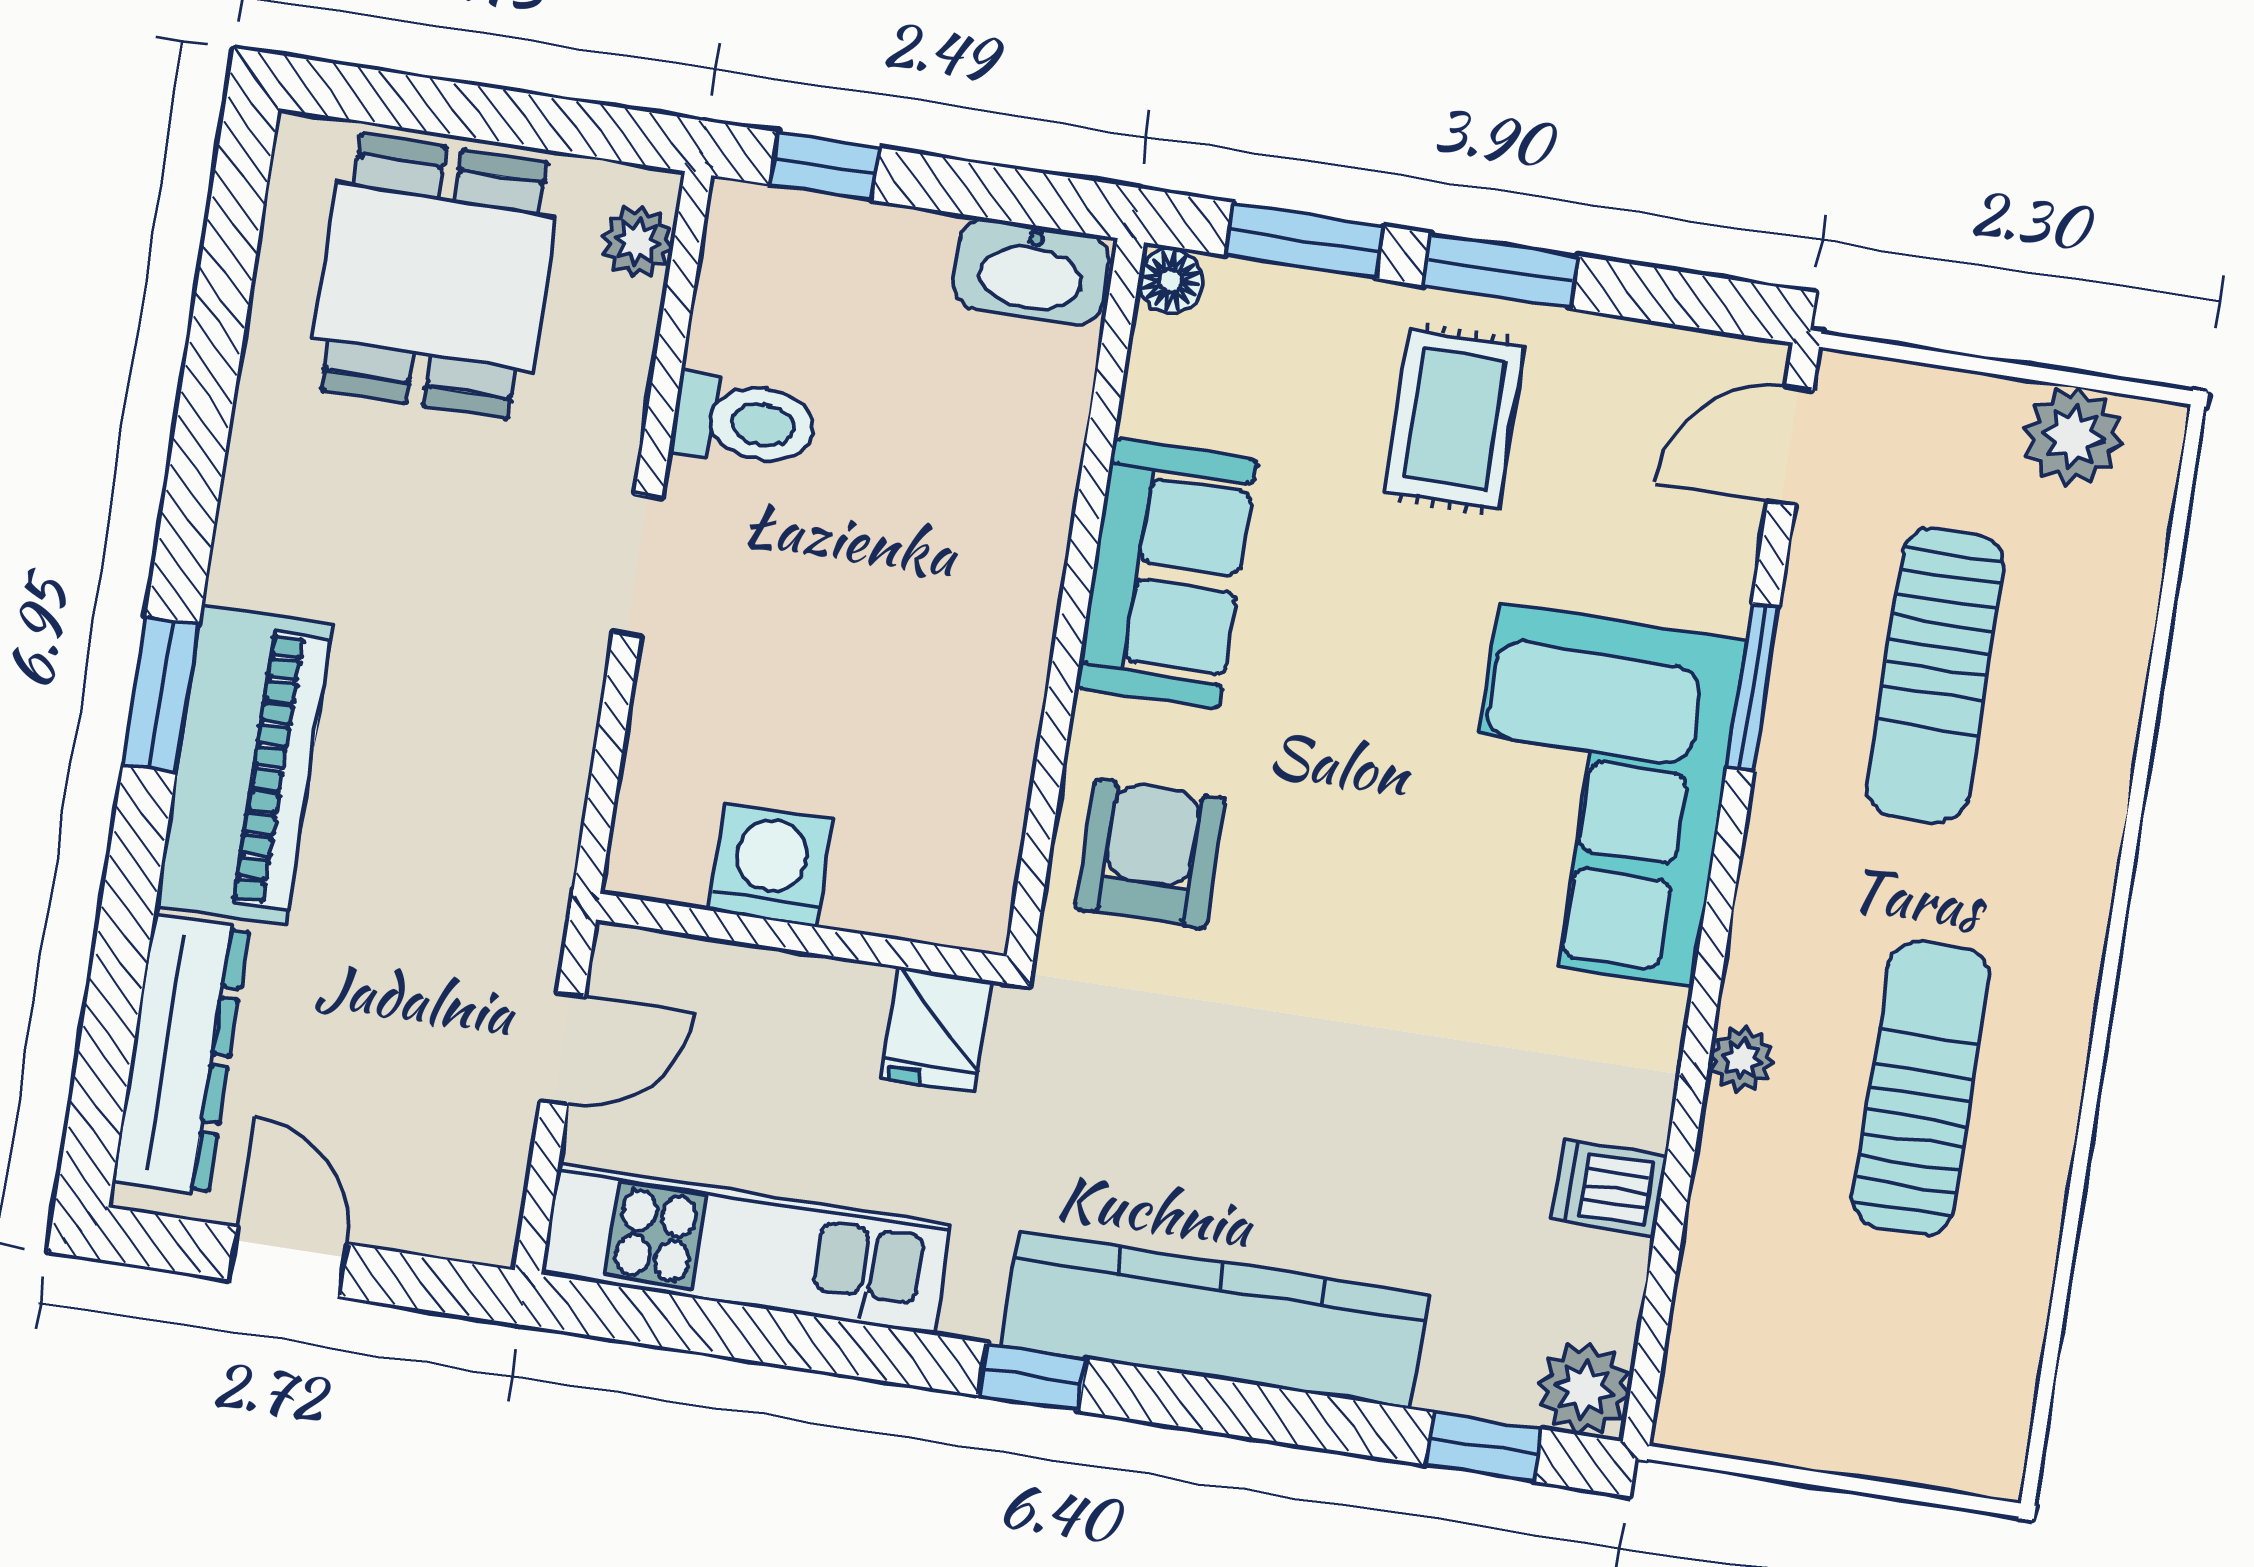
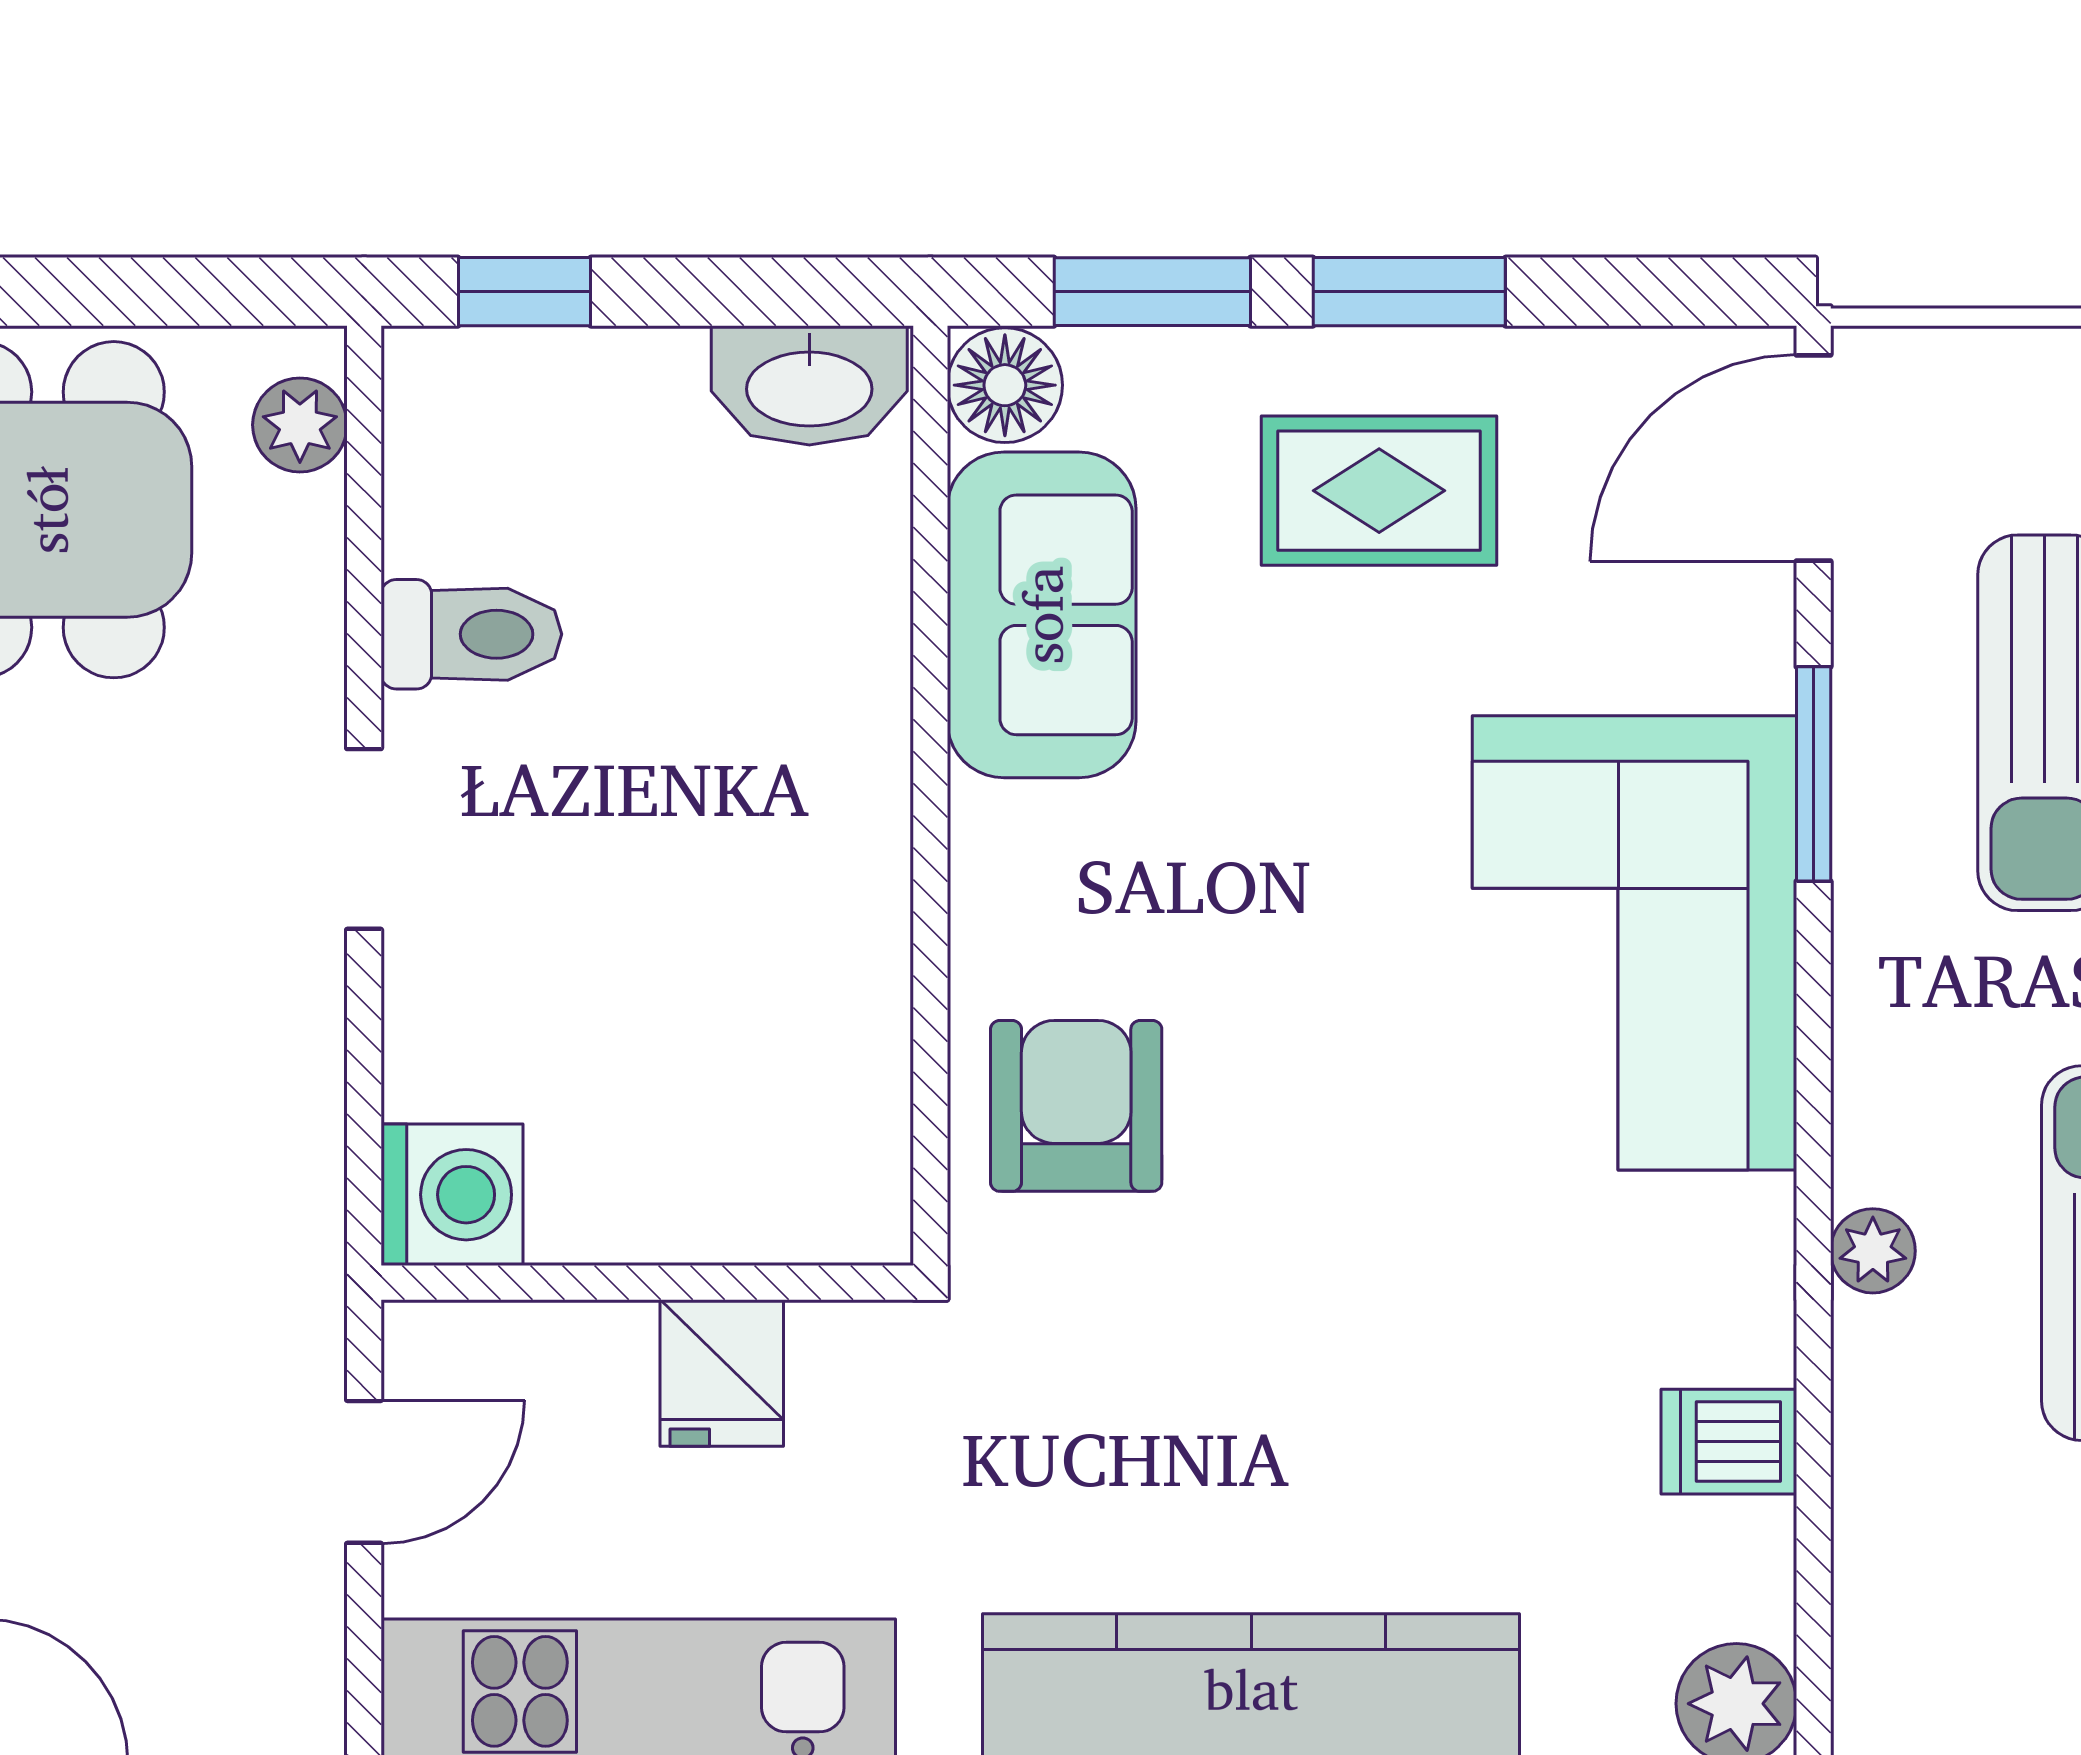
floor lamp: (1171, 281) -> (1005, 385), width x1.37, depth x1.37
rug: (1454, 419) -> (1379, 491), turned 90
door: (1790, 446) -> (1814, 458), width x1.38
sofa: (1166, 574) -> (1042, 615), moved
washing machine: (771, 864) -> (452, 1195), moved, turned 90
fridge: (936, 1030) -> (722, 1373), moved

